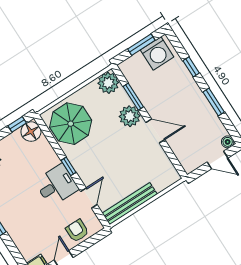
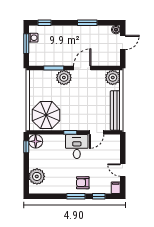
washing machine: (157, 53) -> (33, 38), width x0.53, depth x0.53
window: (191, 67) -> (44, 23), moved
plant: (108, 83) -> (113, 78), moved
door: (89, 198) -> (97, 132), swing flipped
armchair: (77, 231) -> (83, 183), moved
window: (14, 250) -> (99, 196), added

